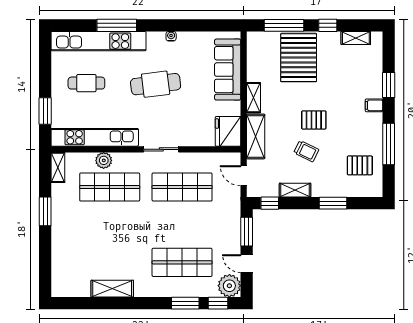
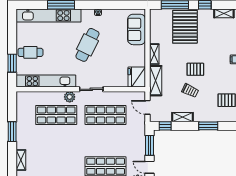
sofa: (228, 70) -> (137, 29), width x0.73
cafe table: (86, 83) -> (30, 52), moved
cafe table: (156, 84) -> (87, 45), turned -57
plant: (104, 160) -> (70, 97), moved
shelving: (58, 167) -> (21, 160), moved

